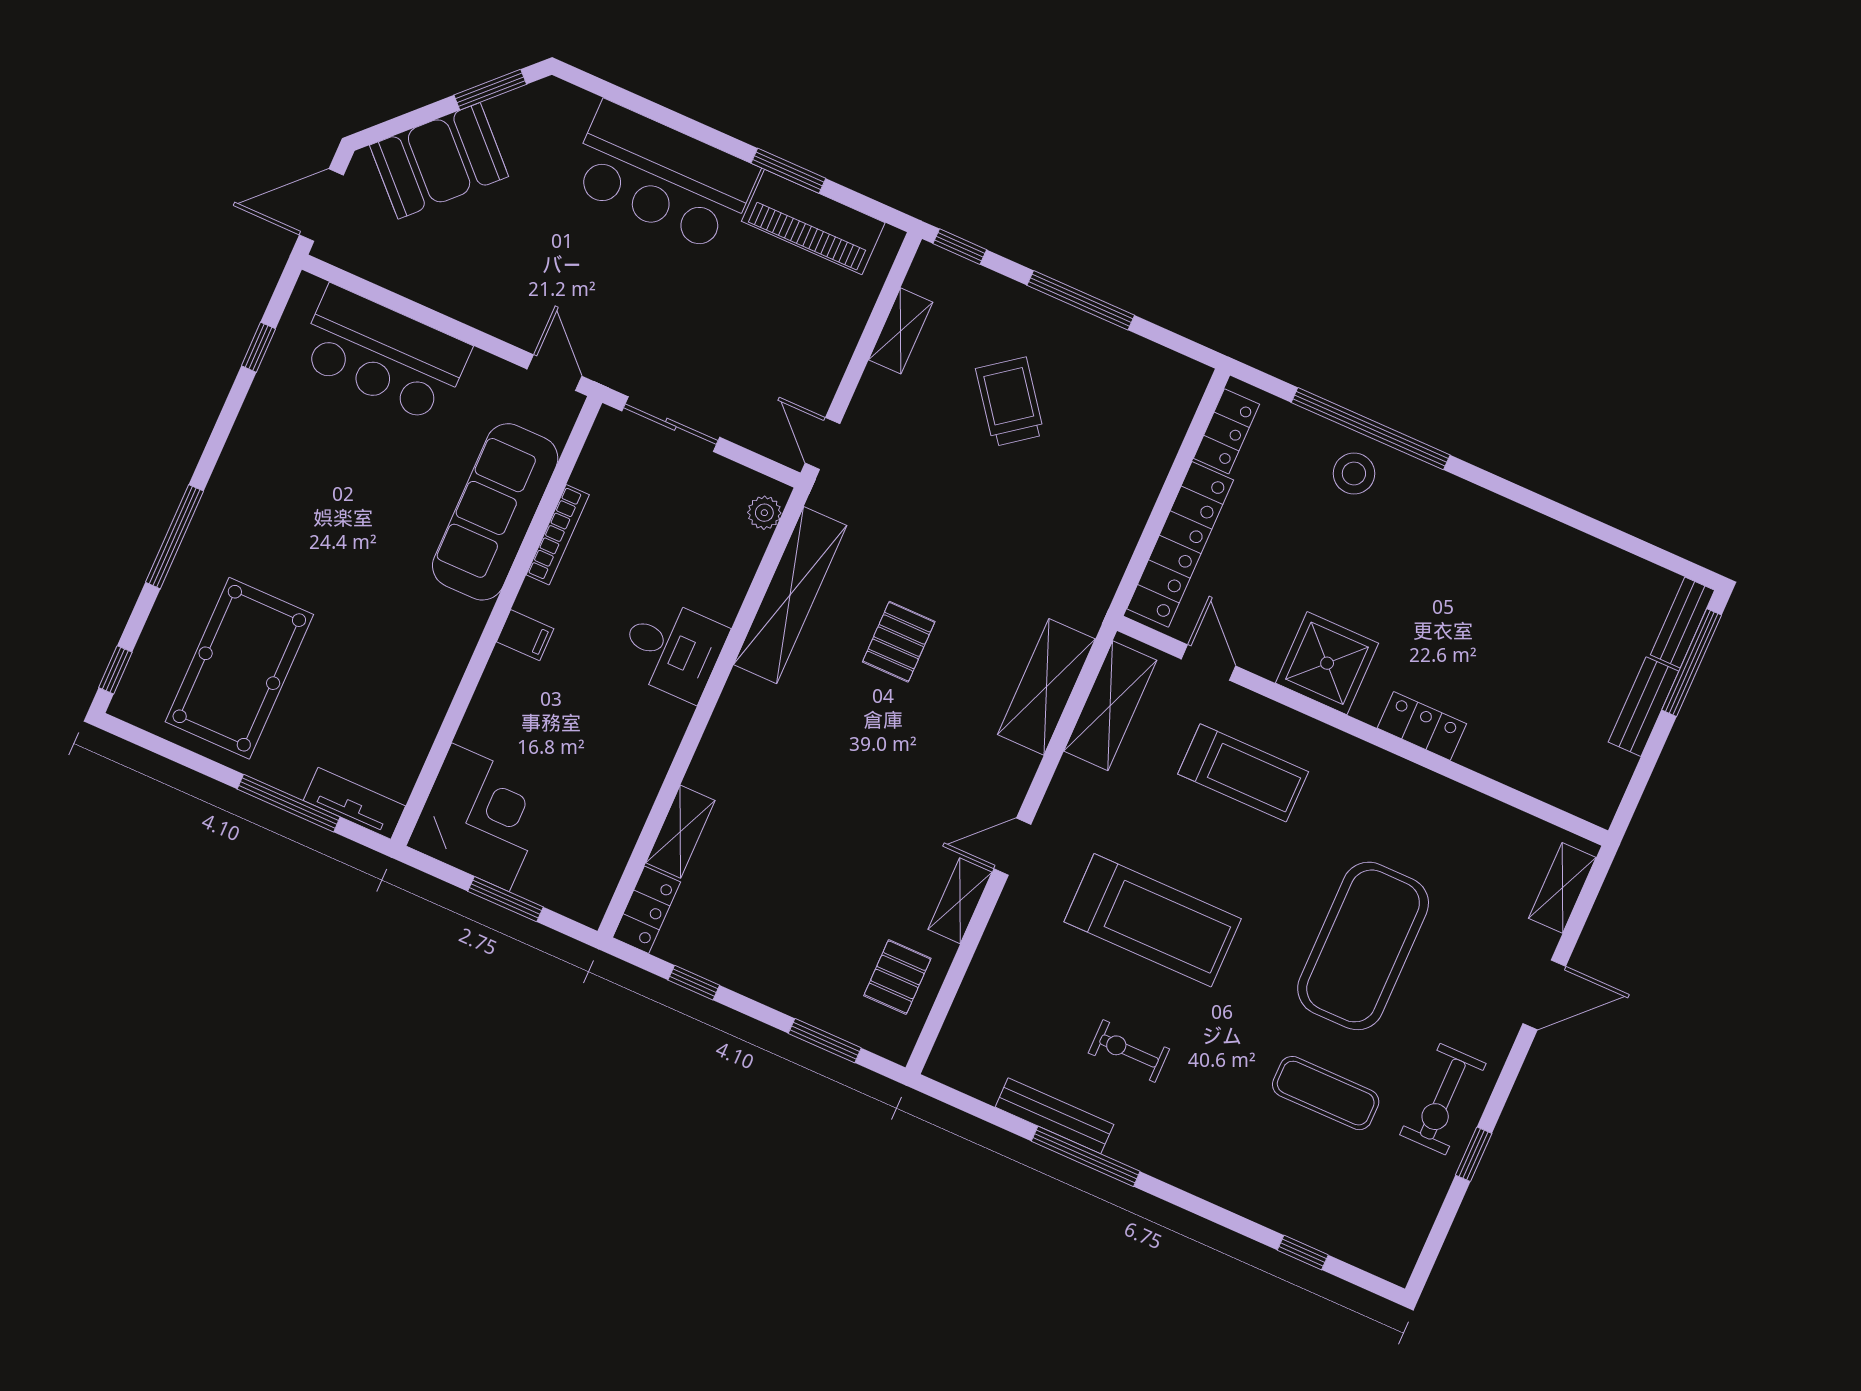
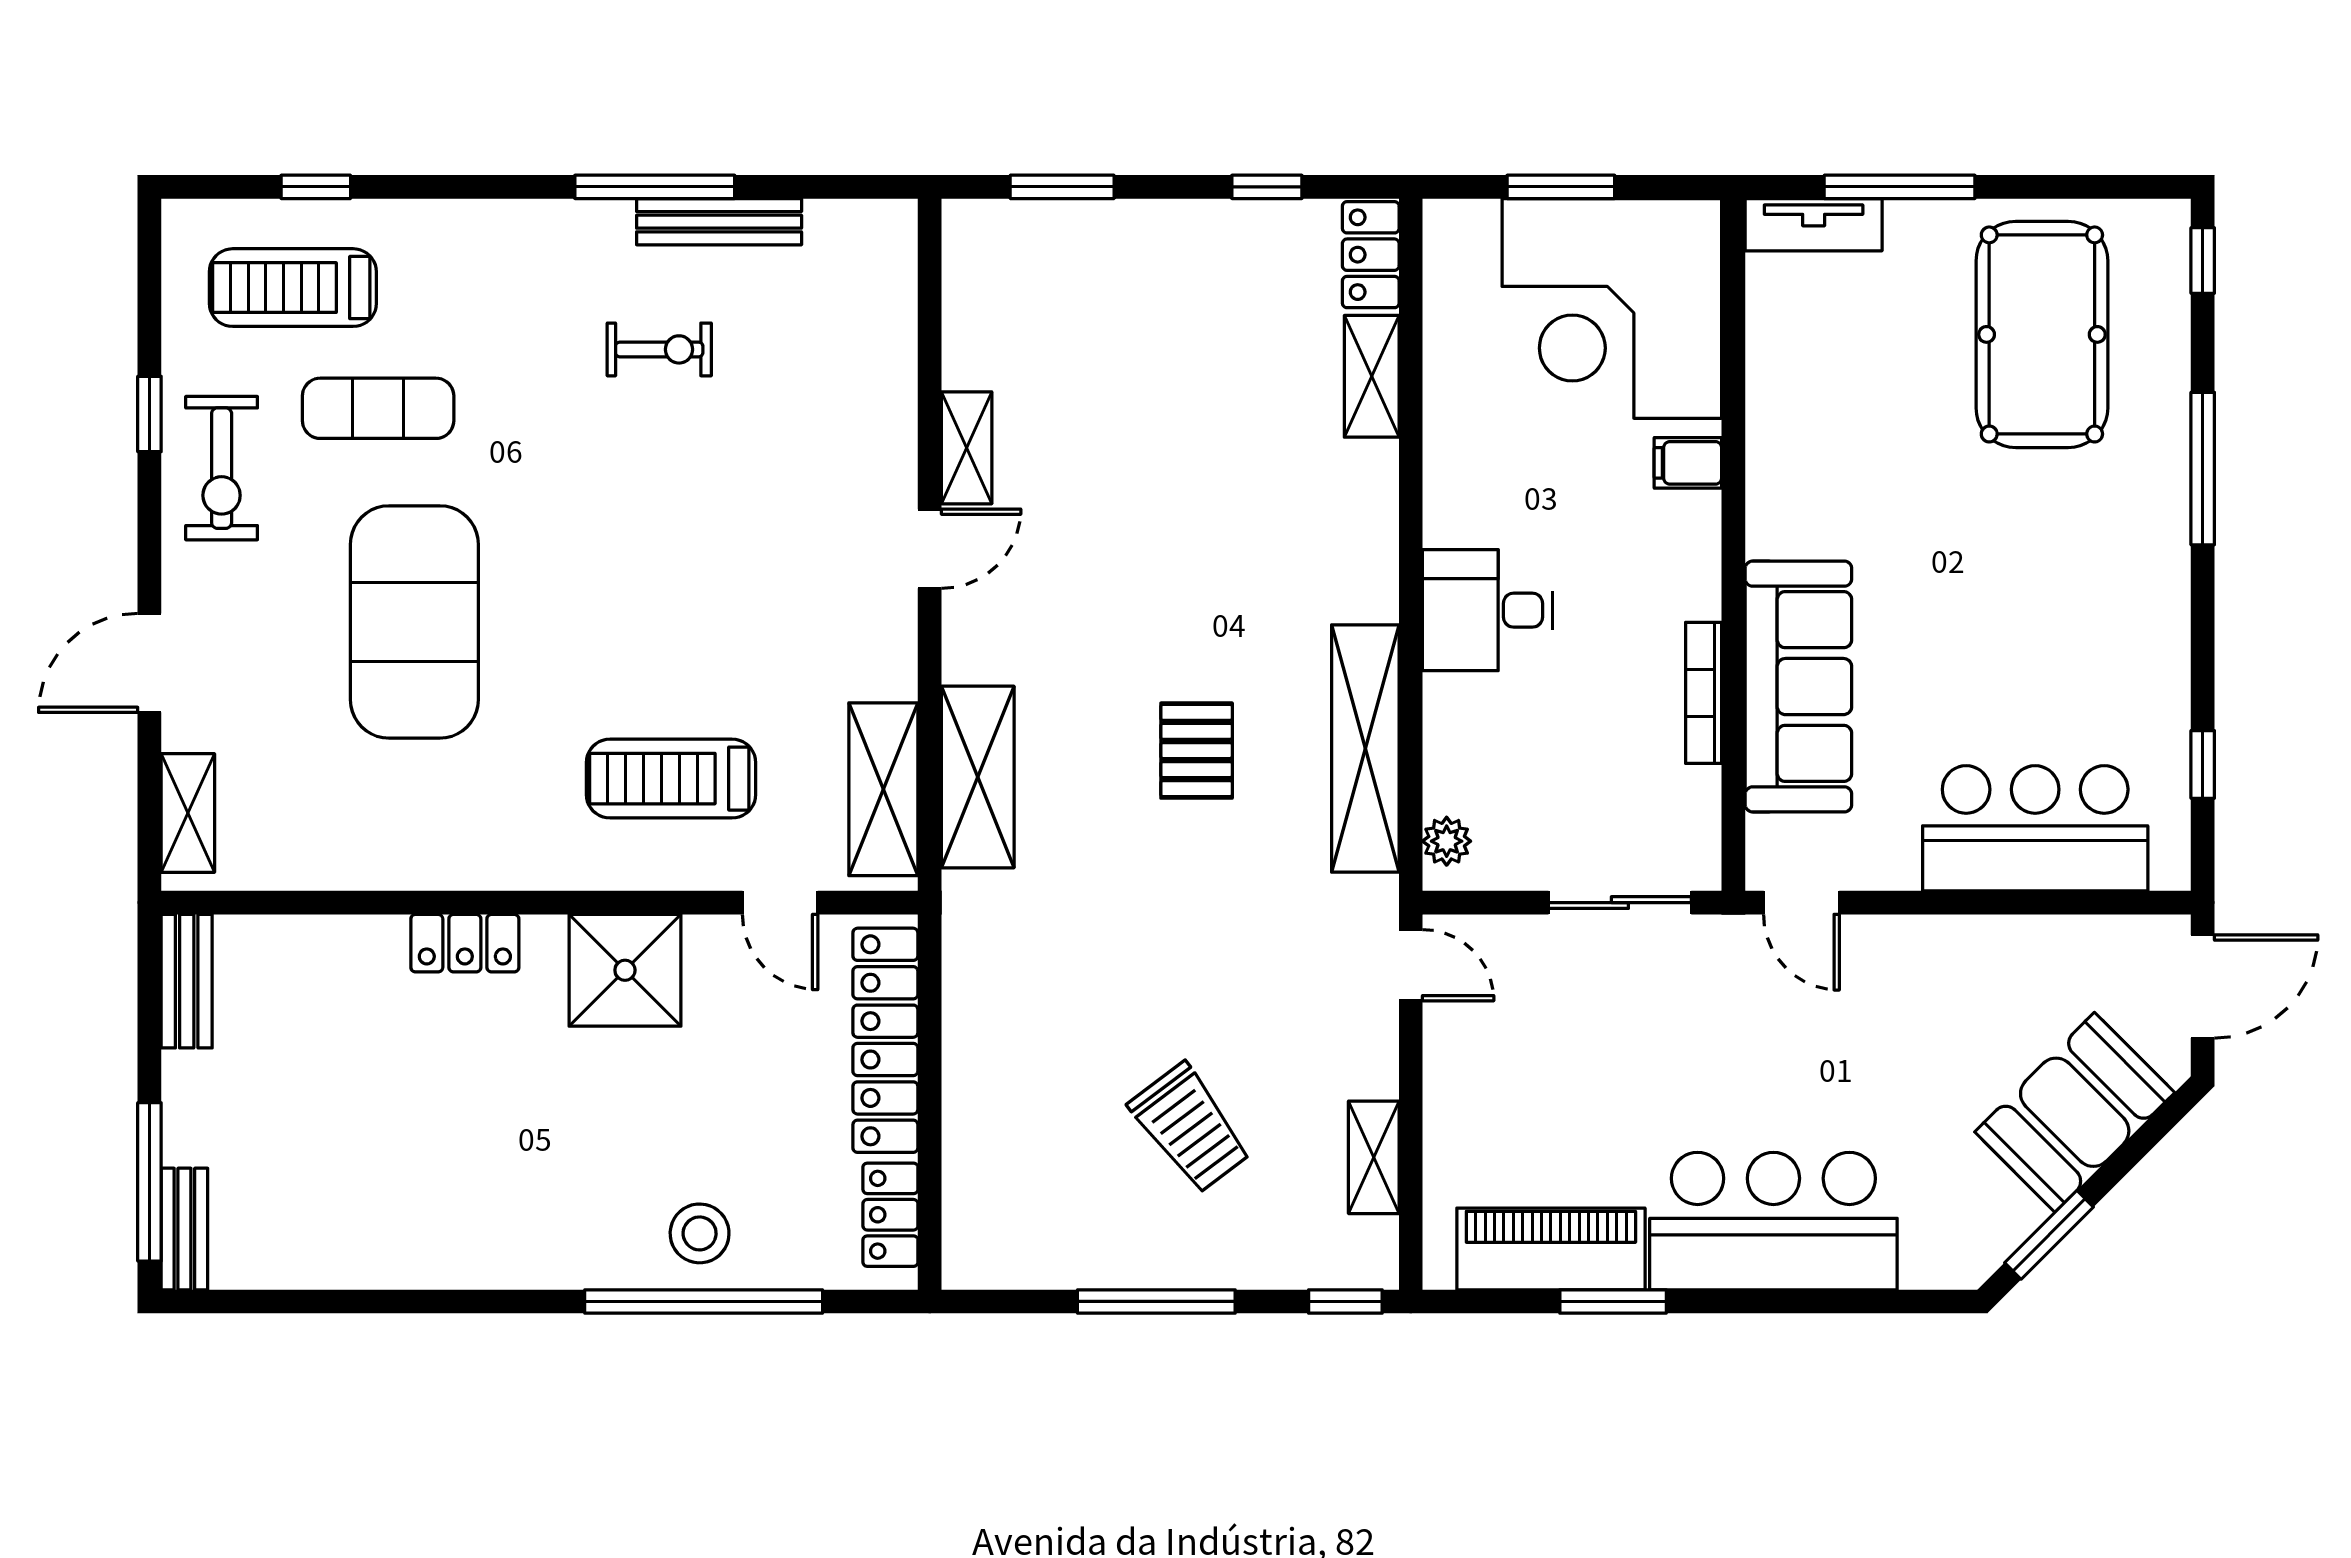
filing cabinet: (525, 635) -> (1688, 463), moved
bench: (1644, 707) -> (187, 981), moved
corner desk: (480, 817) -> (1612, 308), width x1.36, depth x1.36
treadmill: (1153, 920) -> (293, 288), moved, width x0.73, depth x0.73
pallet: (897, 977) -> (1004, 312), removed
exercise bike: (1443, 1099) -> (222, 468), turned 180

